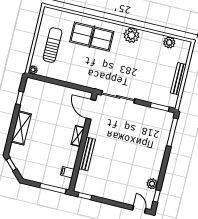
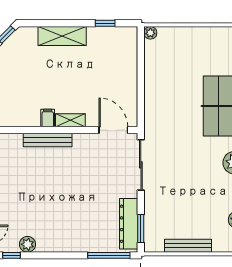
sun lounger: (52, 45) -> (193, 52), removed
door: (91, 109) -> (113, 130), hinge flipped
dresser: (155, 114) -> (129, 224), added
filing cabinet: (67, 172) -> (48, 118), moved

